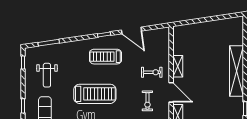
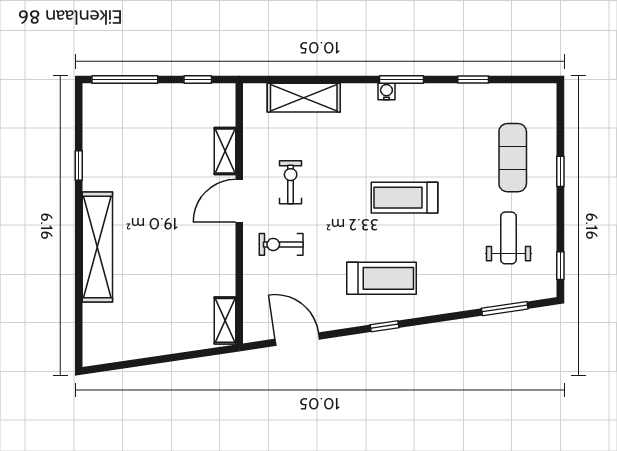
door: (131, 30) -> (297, 339), moved
shelving: (178, 66) -> (225, 320), moved
door: (171, 92) -> (239, 201), hinge flipped
treadmill: (95, 94) -> (405, 198), width x0.73, depth x0.73

